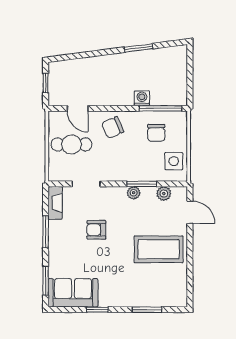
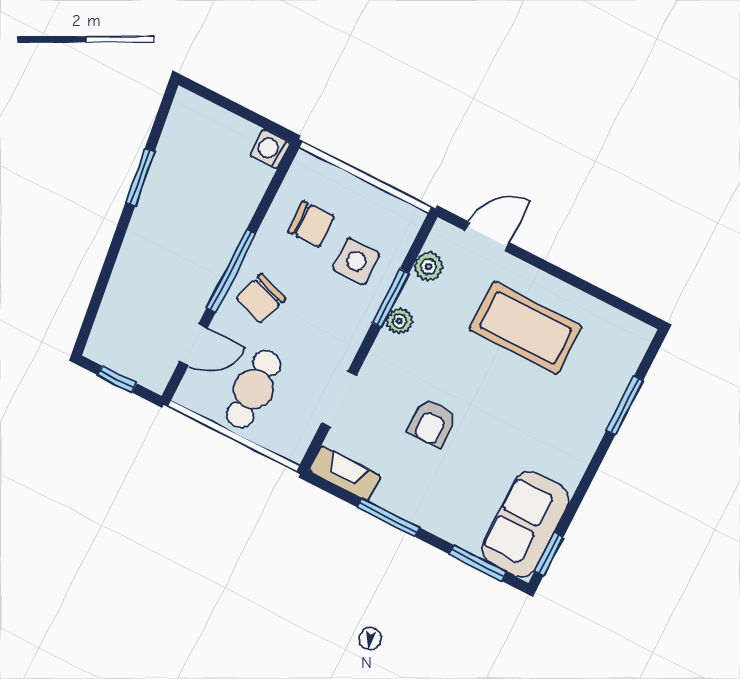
washing machine: (142, 98) -> (270, 149), moved
window: (160, 108) -> (231, 271), moved
chair: (113, 127) -> (261, 298), turned 43
side table: (174, 161) -> (356, 261), moved
coffee table: (159, 249) -> (526, 328), turned 90
window: (97, 310) -> (549, 554), moved

